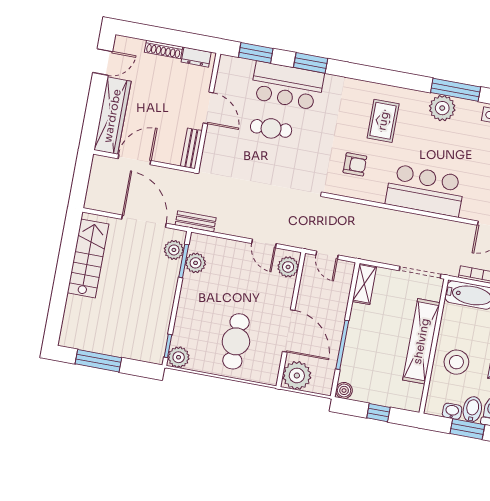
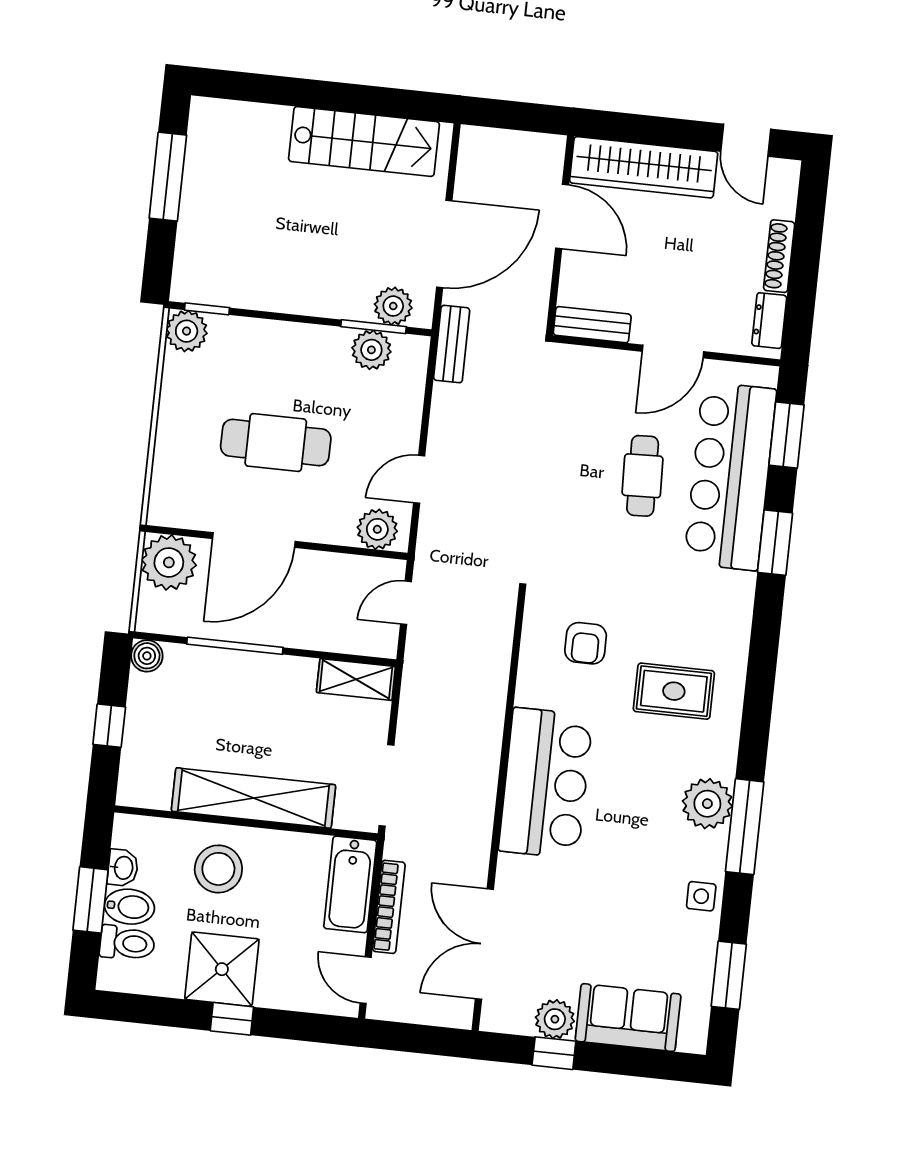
bar counter: (287, 86) -> (730, 476), width x1.36
cafe table: (236, 341) -> (276, 443), moved

